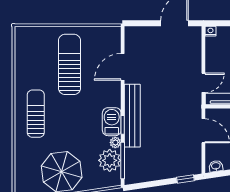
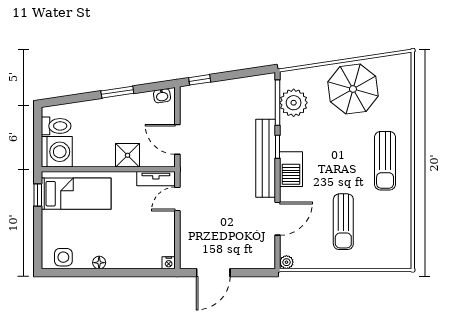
sun lounger: (69, 64) -> (343, 222), width x0.73, depth x0.75
barbecue: (112, 122) -> (291, 169), moved
plant: (115, 142) -> (286, 262), moved

